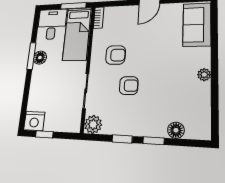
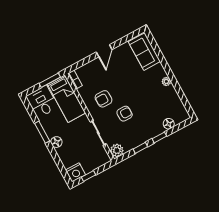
armchair: (116, 55) -> (104, 99), turned 180
floor lamp: (40, 58) -> (56, 142), moved

